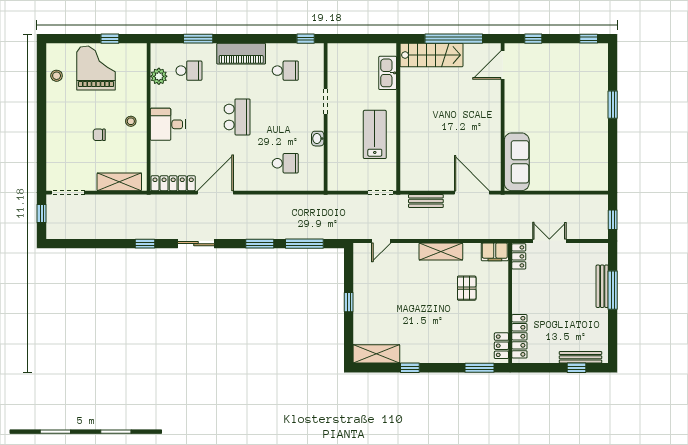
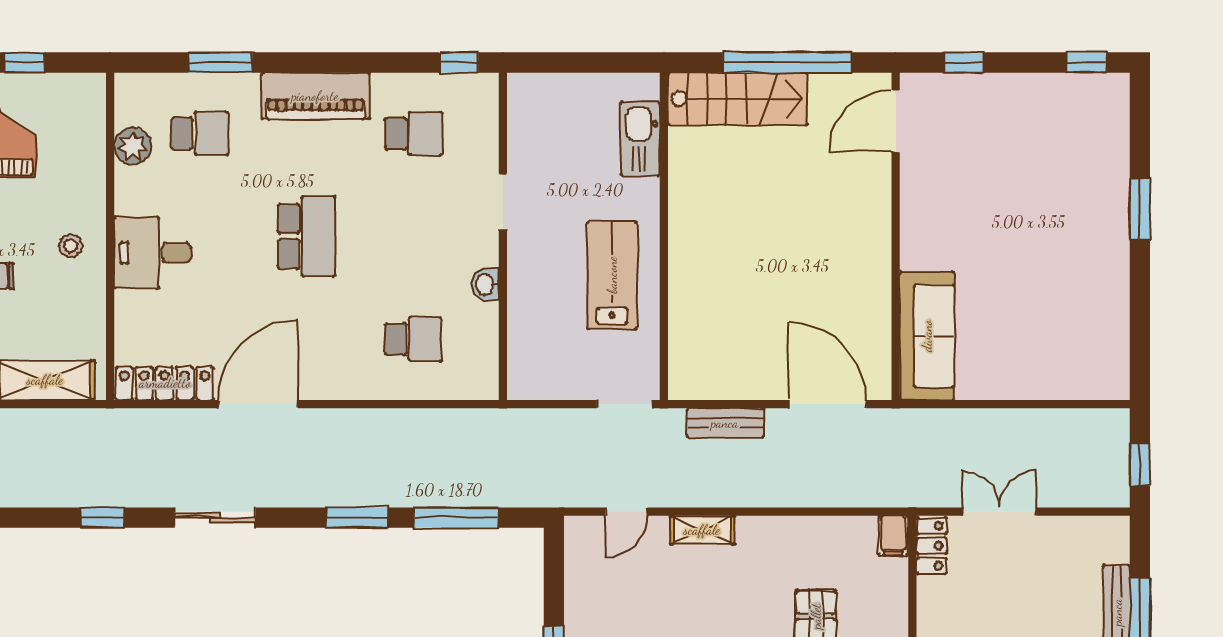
shelving: (441, 251) -> (702, 530), moved, width x0.67, depth x0.75
filing cabinet: (495, 252) -> (893, 536), width x0.50

